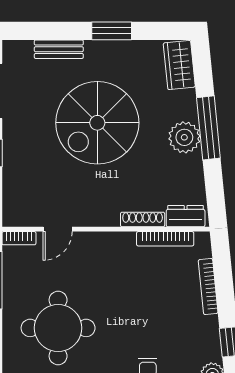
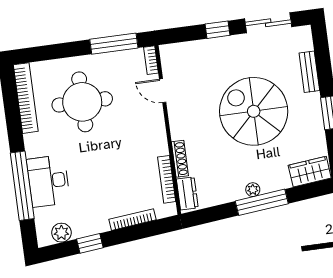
plant: (184, 137) -> (253, 190), width x0.53, depth x0.53

